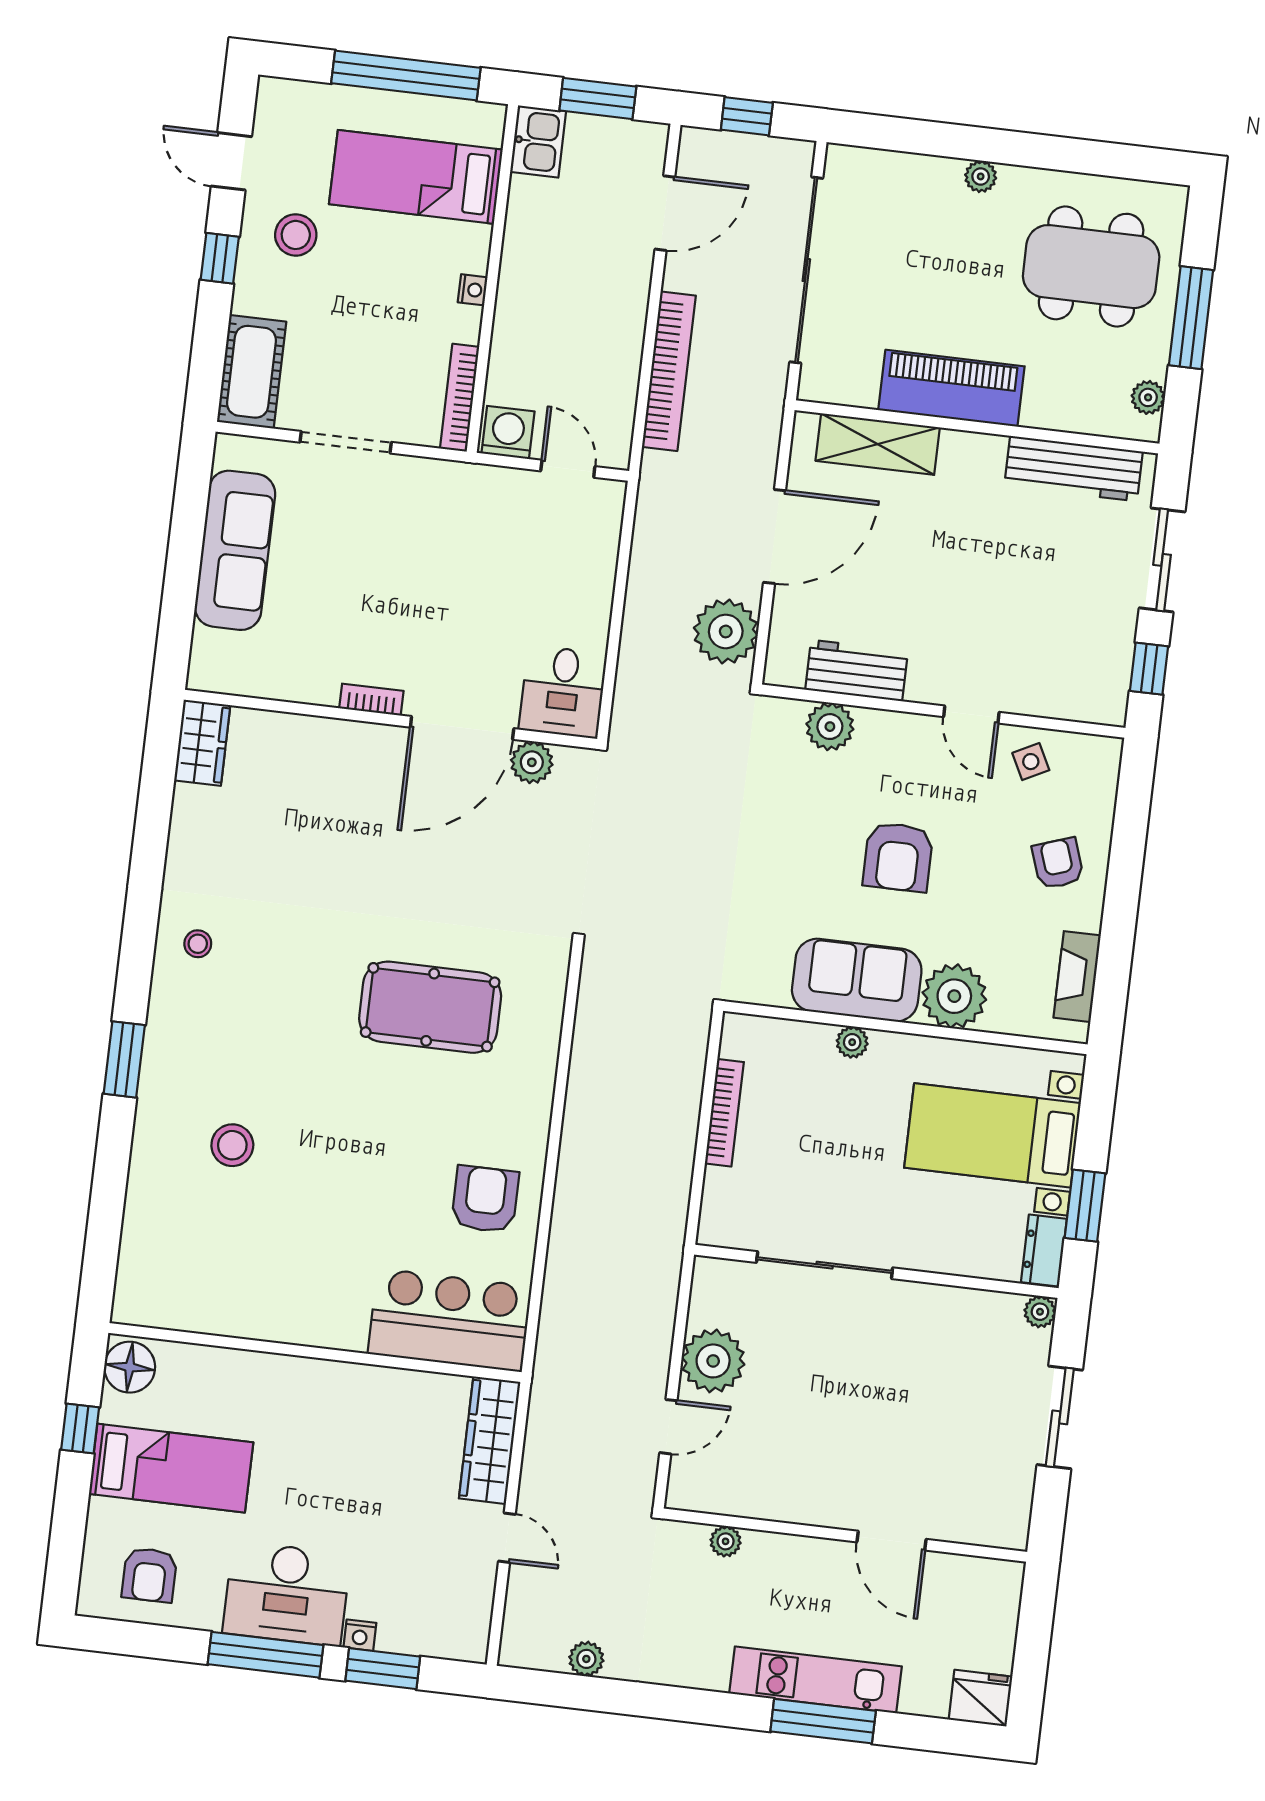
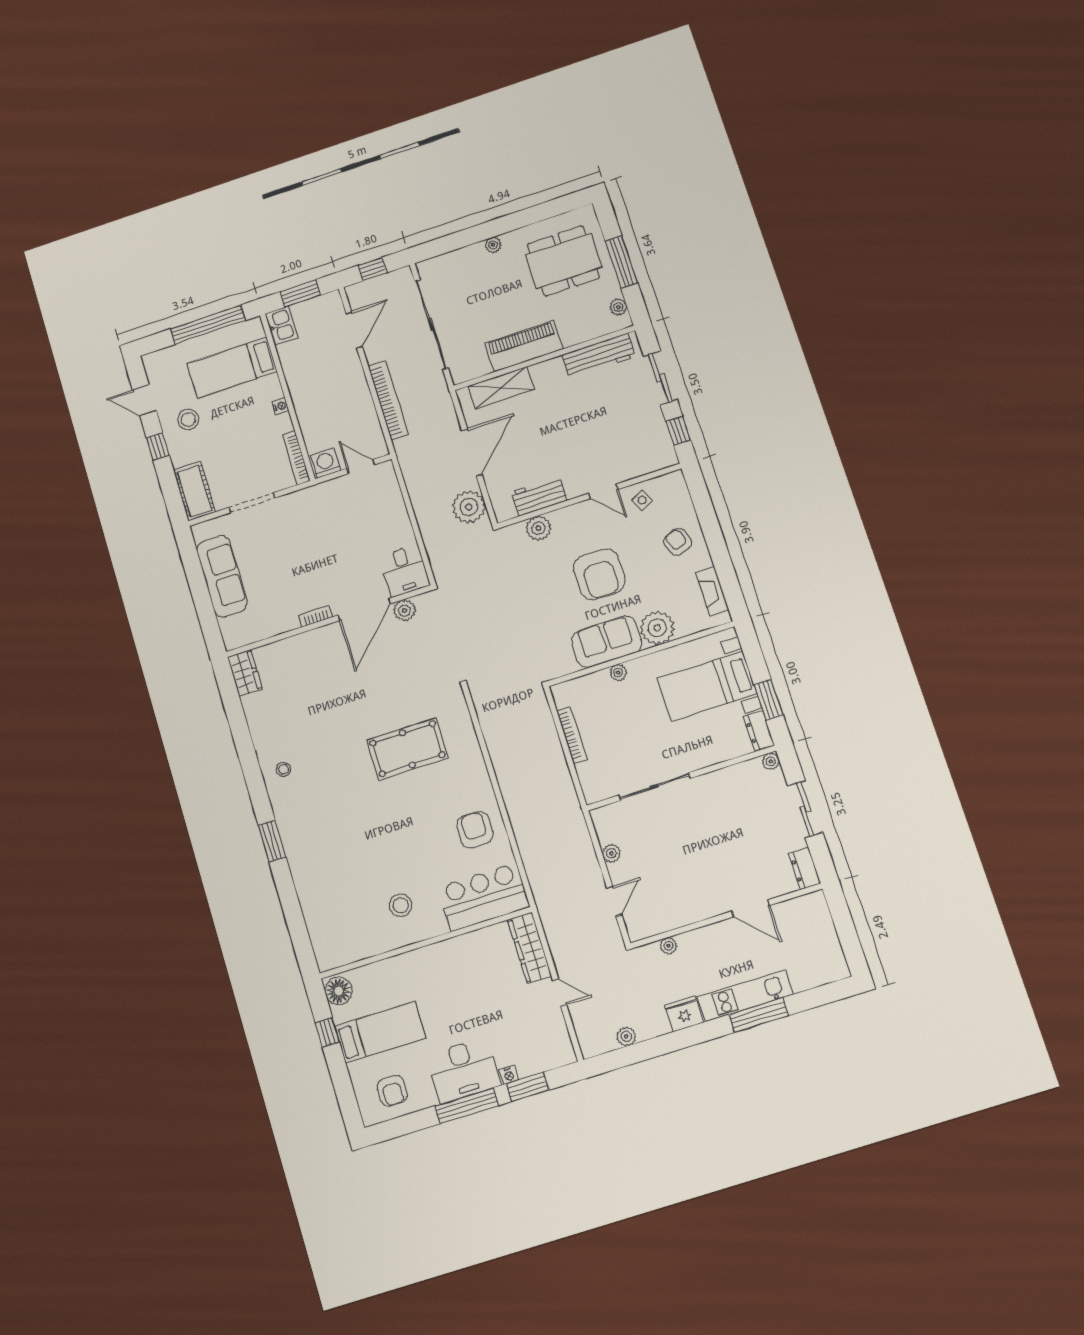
armchair: (898, 857) -> (599, 574), width x1.36, depth x1.36
stool: (232, 1145) -> (401, 905), moved
plant: (713, 1361) -> (611, 853), width x0.53, depth x0.53
dresser: (1012, 1515) -> (804, 868), added
fridge: (980, 1698) -> (684, 1014), moved

